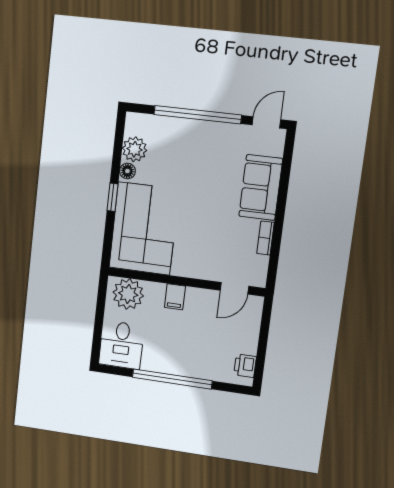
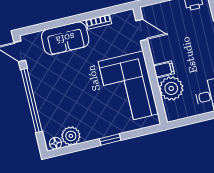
floor lamp: (127, 171) -> (55, 143), moved
corner sofa: (144, 229) -> (128, 88), moved, turned -90
plant: (128, 294) -> (171, 88), moved

